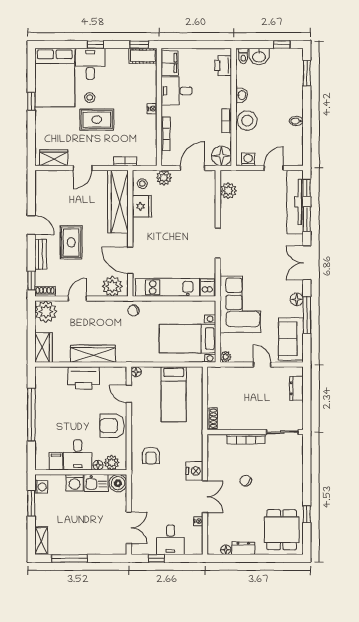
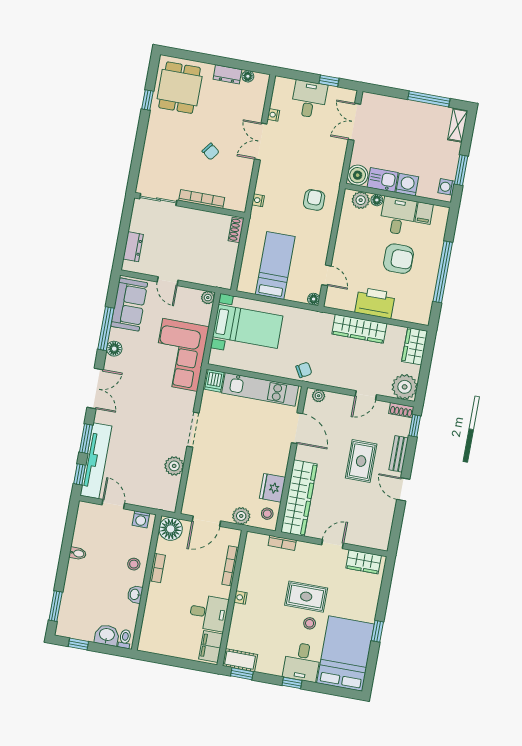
printer: (223, 66) -> (150, 632), removed
stool: (247, 121) -> (134, 564), width x0.53, depth x0.53
door: (274, 168) -> (113, 504), swing flipped
plant: (228, 191) -> (174, 466), moved
plant: (112, 286) -> (319, 396), width x0.53, depth x0.53
armchair: (112, 426) -> (399, 259), moved
nightstand: (194, 471) -> (258, 200), moved, width x0.53, depth x0.56

